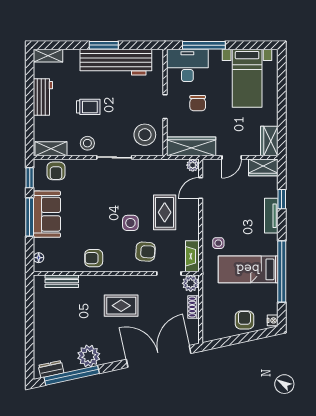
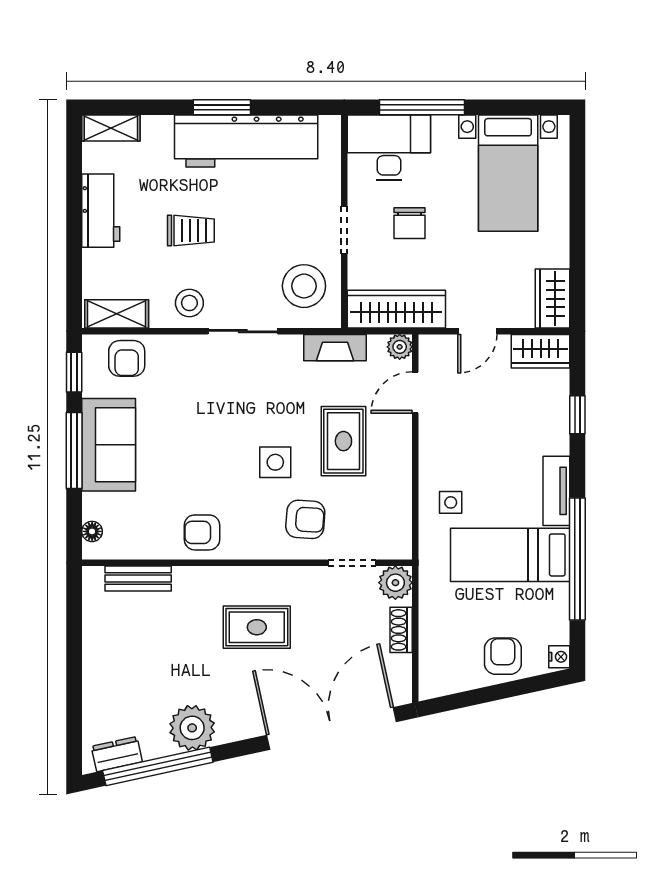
tv unit: (271, 216) -> (556, 491), moved
fireplace: (192, 256) -> (335, 348), moved, turned -90

